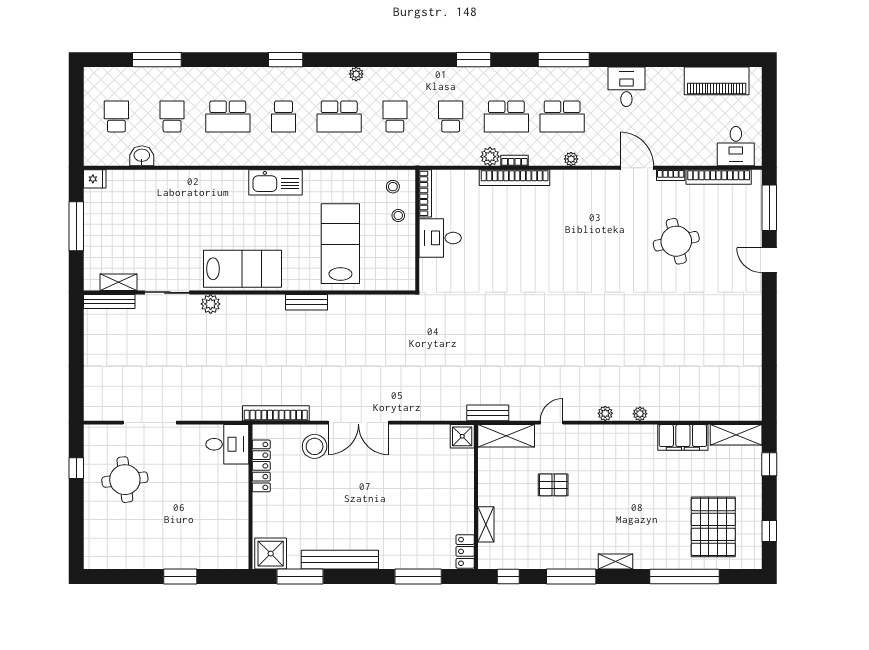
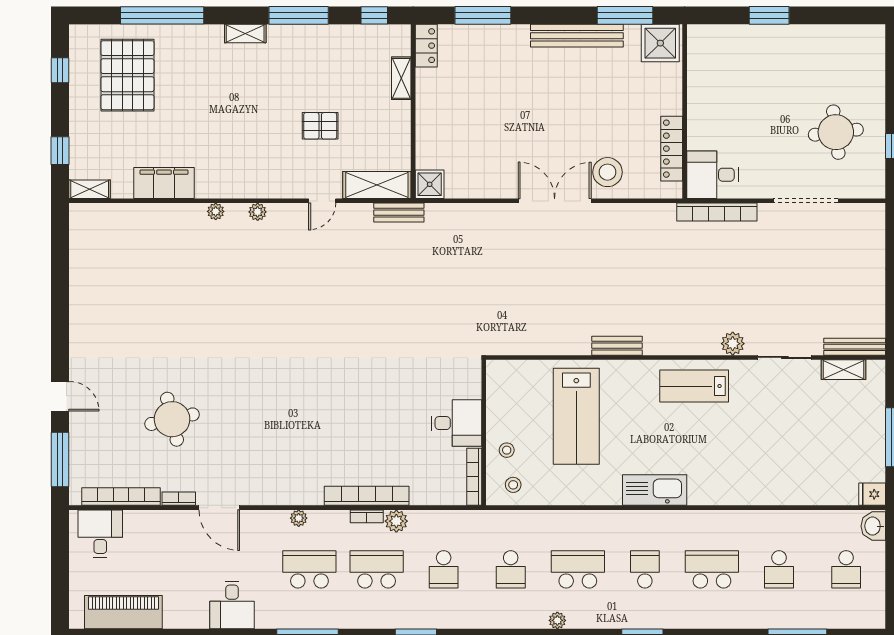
washbasin: (142, 156) -> (873, 526), moved, turned 90
lab bench: (243, 269) -> (694, 386), width x0.73, depth x0.72
bookcase: (276, 413) -> (717, 212), moved
shelving: (736, 435) -> (90, 189), width x0.67, depth x0.75

